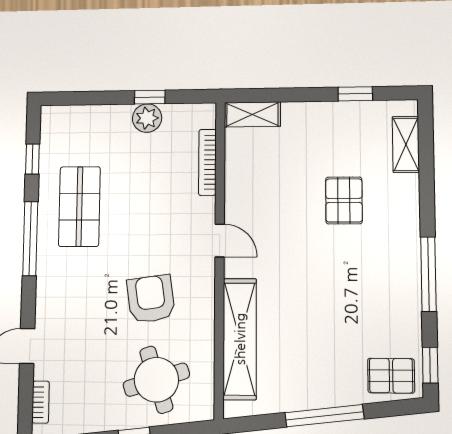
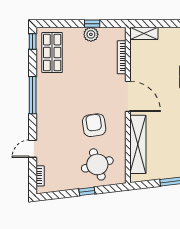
window: (32, 159) -> (33, 42), moved
shop shelf: (79, 207) -> (52, 53), moved
door: (220, 241) -> (128, 96), width x1.87

